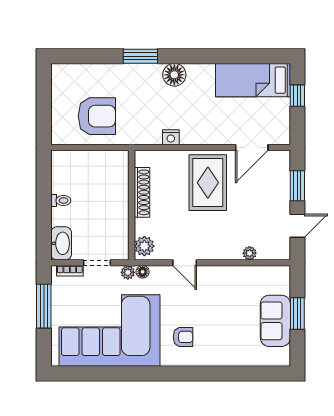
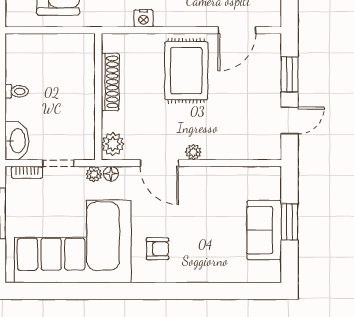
plant: (250, 253) -> (193, 152), moved
door: (185, 263) -> (159, 163), width x1.38

